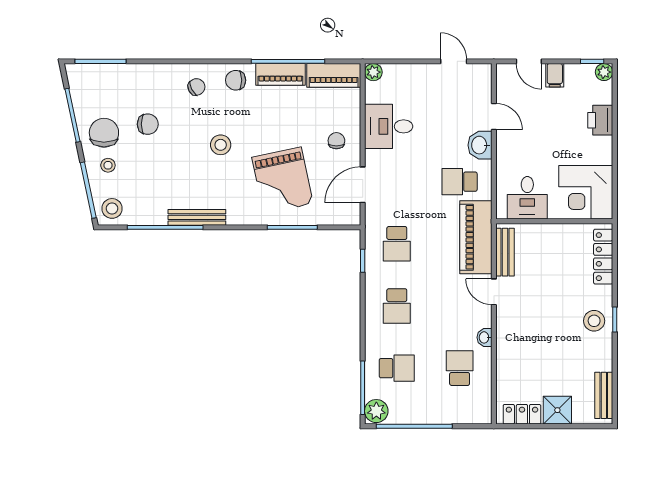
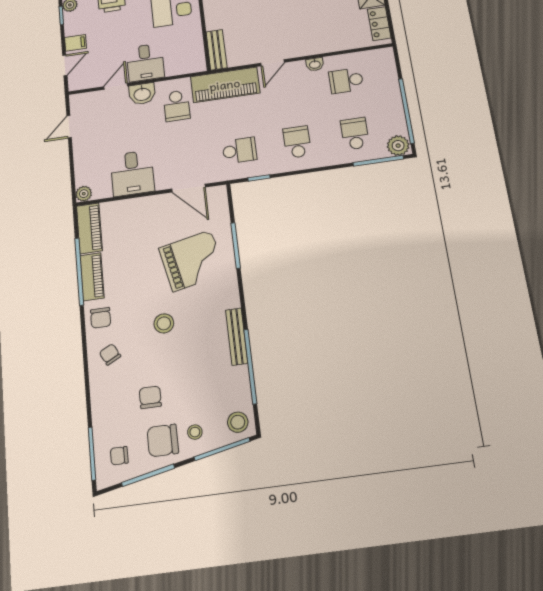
chair: (336, 141) -> (119, 456), moved
desk: (527, 198) -> (145, 63), moved, turned 90
bench: (505, 252) -> (217, 50), moved, turned 90
school desk: (397, 306) -> (297, 142), turned -90

